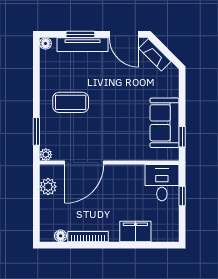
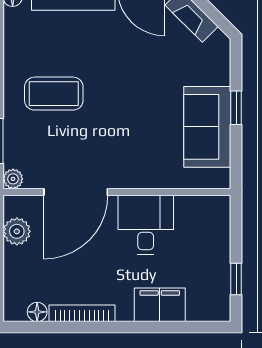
window: (182, 137) -> (236, 108), moved
desk: (162, 183) -> (146, 225), moved
window: (182, 196) -> (236, 279), moved

